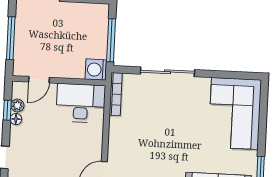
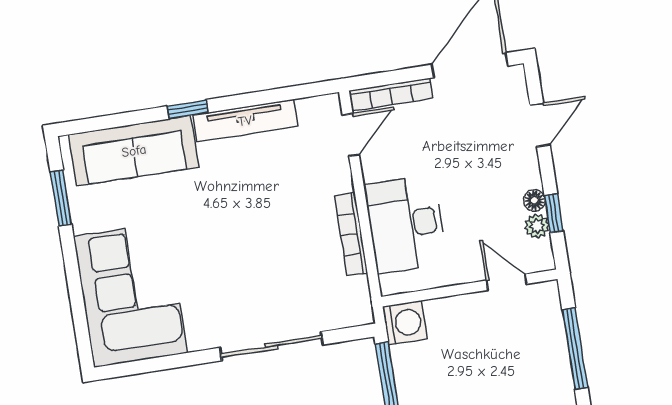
door: (39, 80) -> (507, 282), hinge flipped
bookcase: (116, 94) -> (351, 234), moved
desk: (81, 103) -> (406, 224), moved, turned 90

